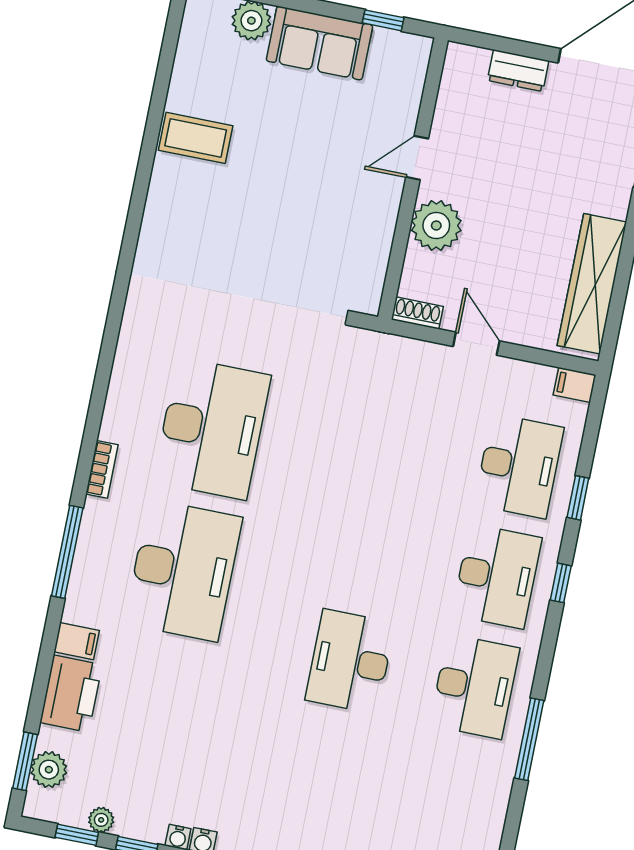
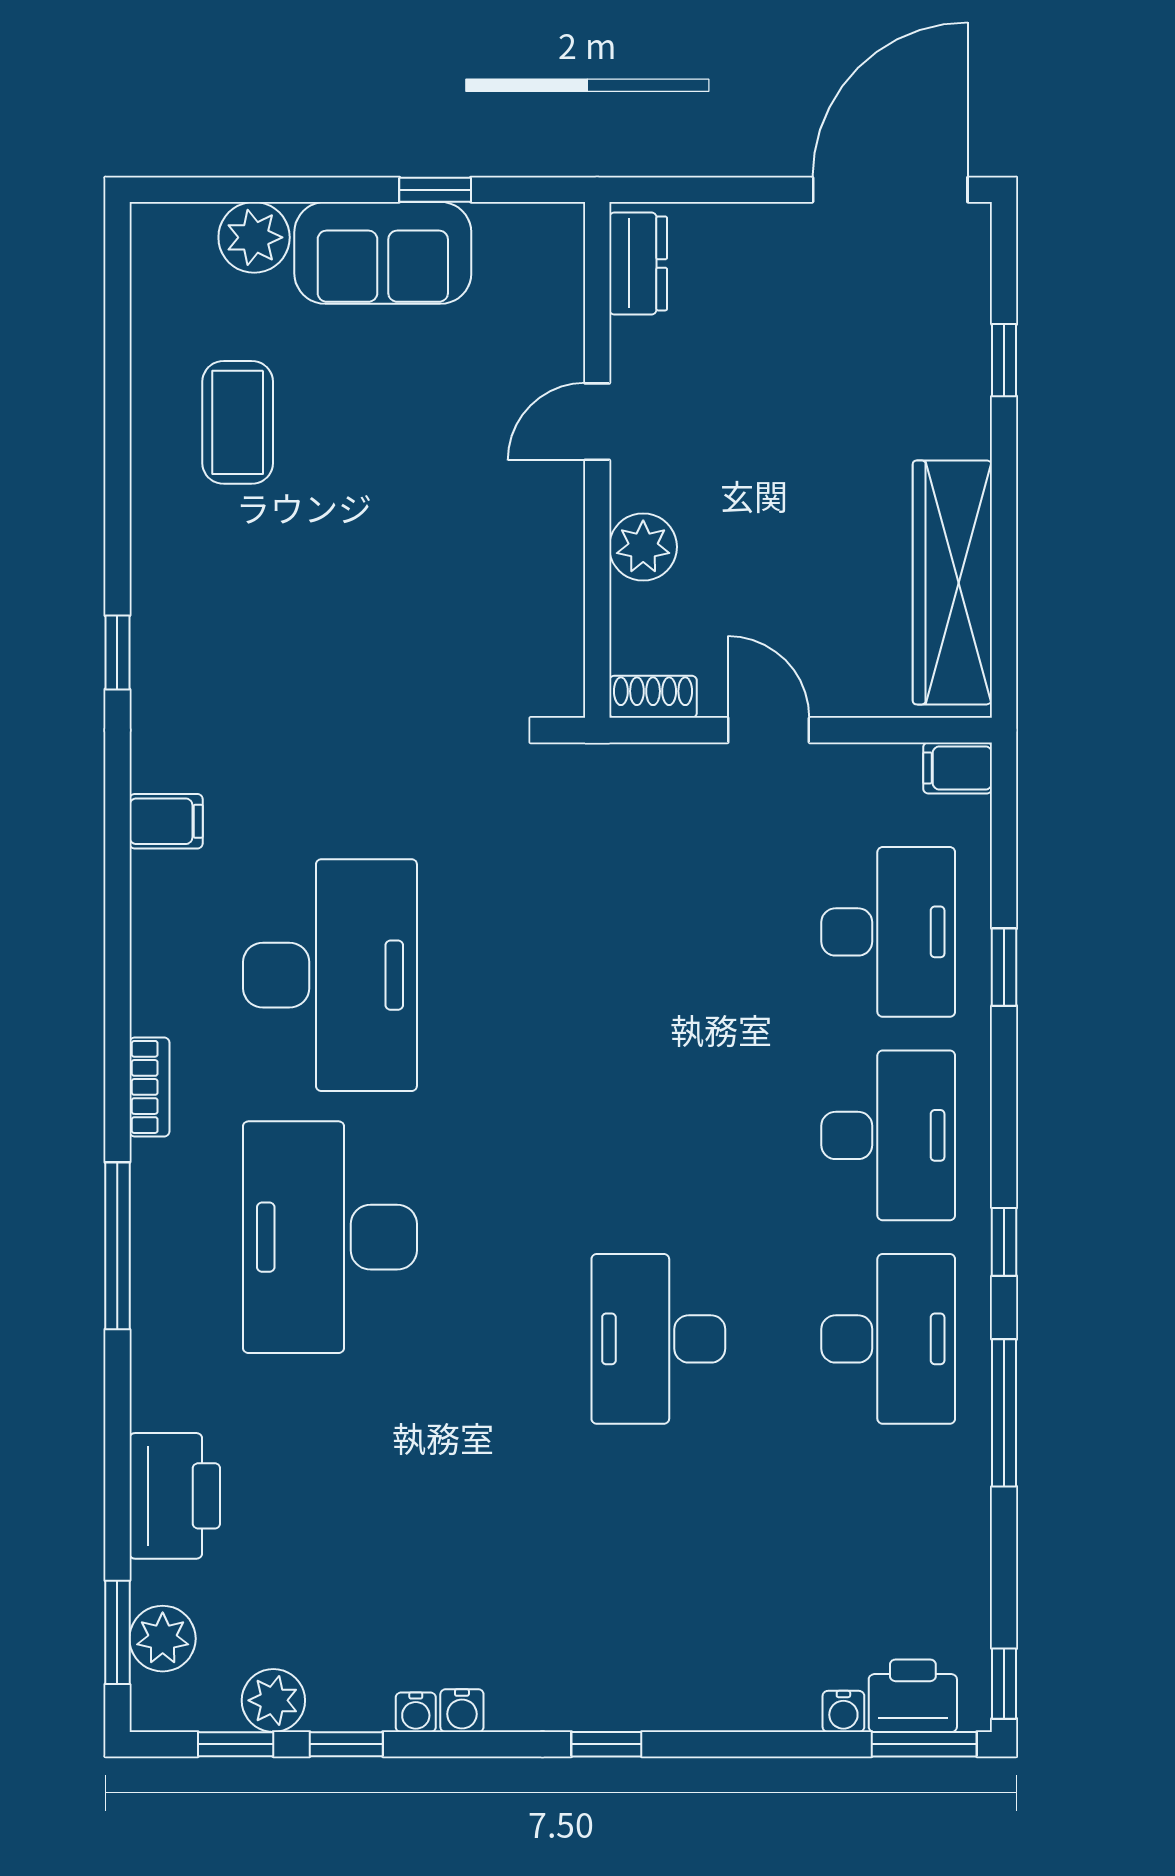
window: (383, 20) -> (435, 190), moved
dresser: (518, 71) -> (638, 263), moved, turned -90
coffee table: (196, 138) -> (238, 422), moved, turned 90
plant: (436, 225) -> (643, 547), width x0.73, depth x0.73
window: (132, 231) -> (117, 652), added
desk: (183, 570) -> (330, 1237), turned 180
window: (561, 583) -> (1004, 1242), moved
filing cabinet: (77, 641) -> (166, 821), moved
plant: (101, 820) -> (273, 1700), width x1.38, depth x1.38

